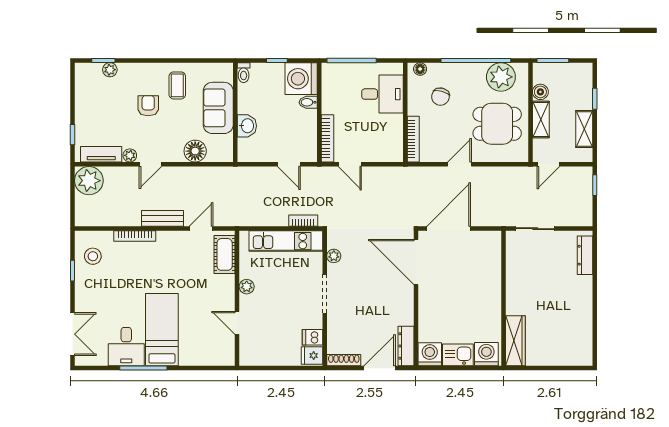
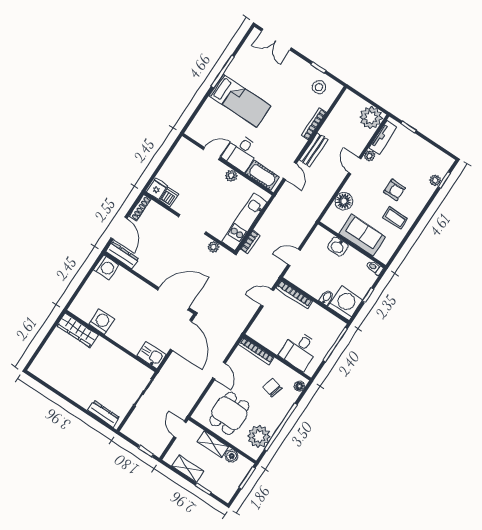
desk: (126, 347) -> (241, 152), moved, turned -90
washing machine: (486, 354) -> (102, 322), moved, turned -90
kitchen sink: (458, 355) -> (151, 355), moved, turned -90

